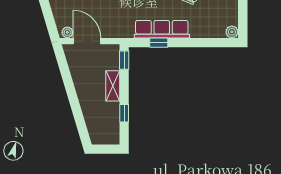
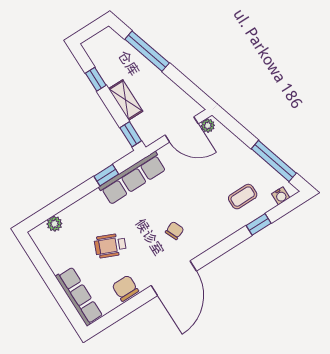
row of seats: (162, 29) -> (132, 178), moved
plant: (232, 32) -> (54, 224), moved
window: (77, 110) -> (147, 51), added

